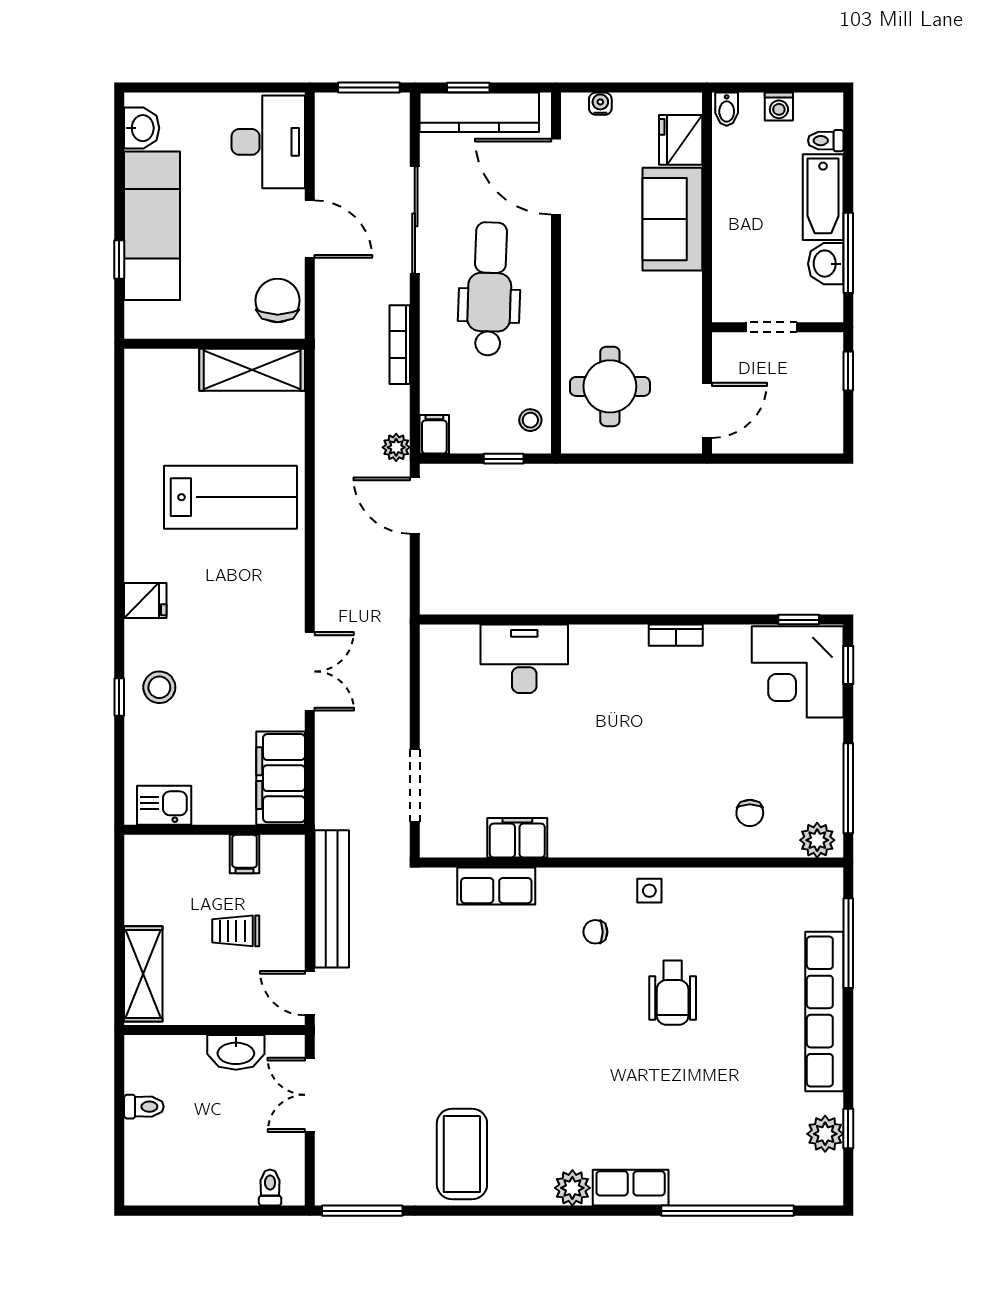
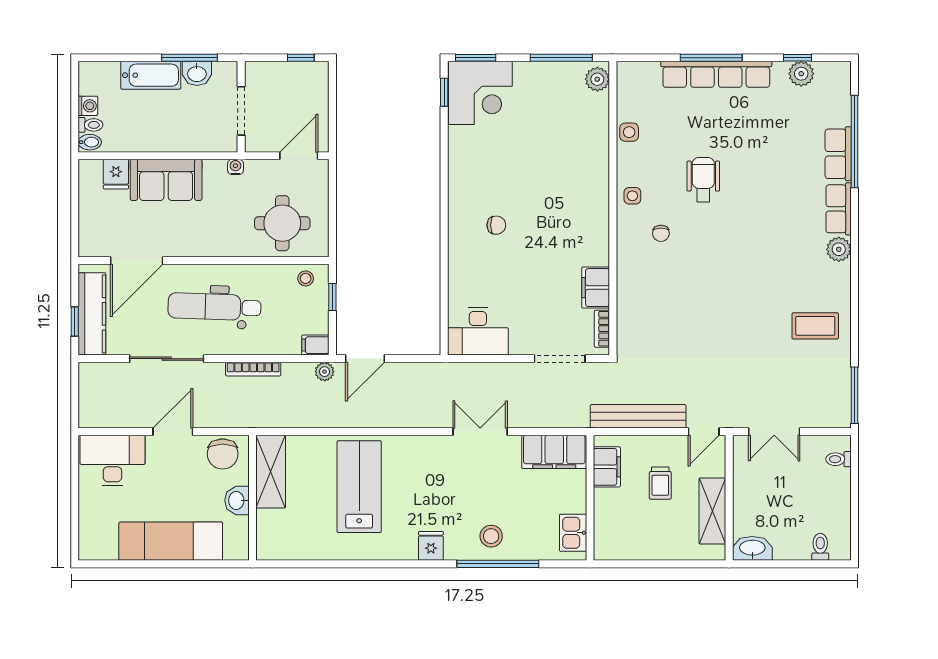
window: (369, 88) -> (75, 391), removed
water cooler: (600, 104) -> (235, 167), moved, turned 90
washbasin: (142, 128) -> (237, 500), moved, turned -90
fridge: (681, 140) -> (116, 174), width x0.72
toilet: (826, 141) -> (90, 125), moved, turned -90
window: (119, 259) -> (194, 564), removed
chair: (278, 301) -> (223, 454), turned -90
doorway: (772, 327) -> (241, 111), width x1.38
window: (848, 371) -> (301, 58), moved
door: (707, 410) -> (299, 156), hinge flipped
bookcase: (676, 635) -> (602, 329), moved, turned 180
desk: (524, 659) -> (478, 331), moved, turned -90
window: (848, 665) -> (476, 58), width x1.50
window: (119, 697) -> (498, 564), width x3.17
chair: (750, 813) -> (496, 225), moved
filing cabinet: (245, 854) -> (607, 467), width x2.00
row of seats: (496, 886) -> (838, 154), moved, turned 180
side table: (741, 886) -> (629, 132), added
window: (848, 943) -> (711, 58), moved
shelving: (143, 974) -> (712, 511), moved, turned 90
wheelchair: (673, 993) -> (703, 180), turned -90
washbasin: (236, 1052) -> (752, 548), moved, turned -90
toilet: (144, 1107) -> (820, 547), moved
coffee table: (462, 1154) -> (815, 326), width x0.73, depth x0.76

